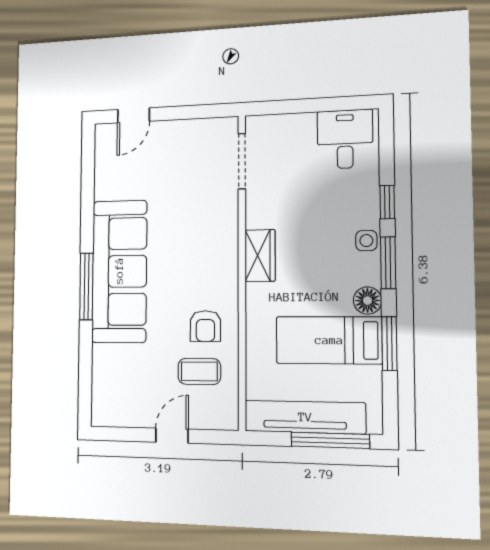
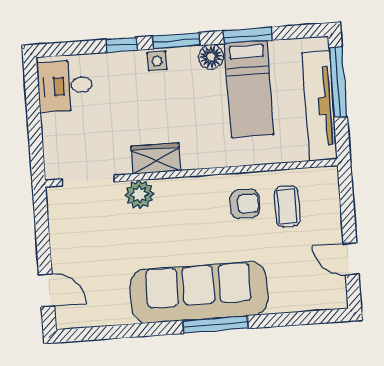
plant: (223, 215) -> (140, 194), added
wardrobe: (260, 256) -> (156, 159), moved
door: (172, 436) -> (351, 259), moved

